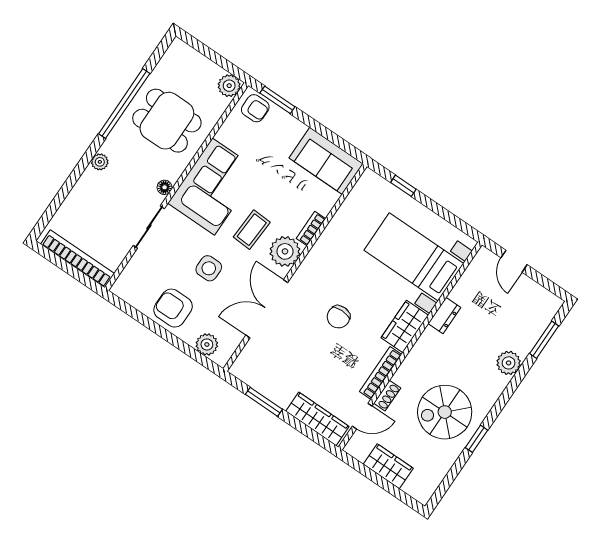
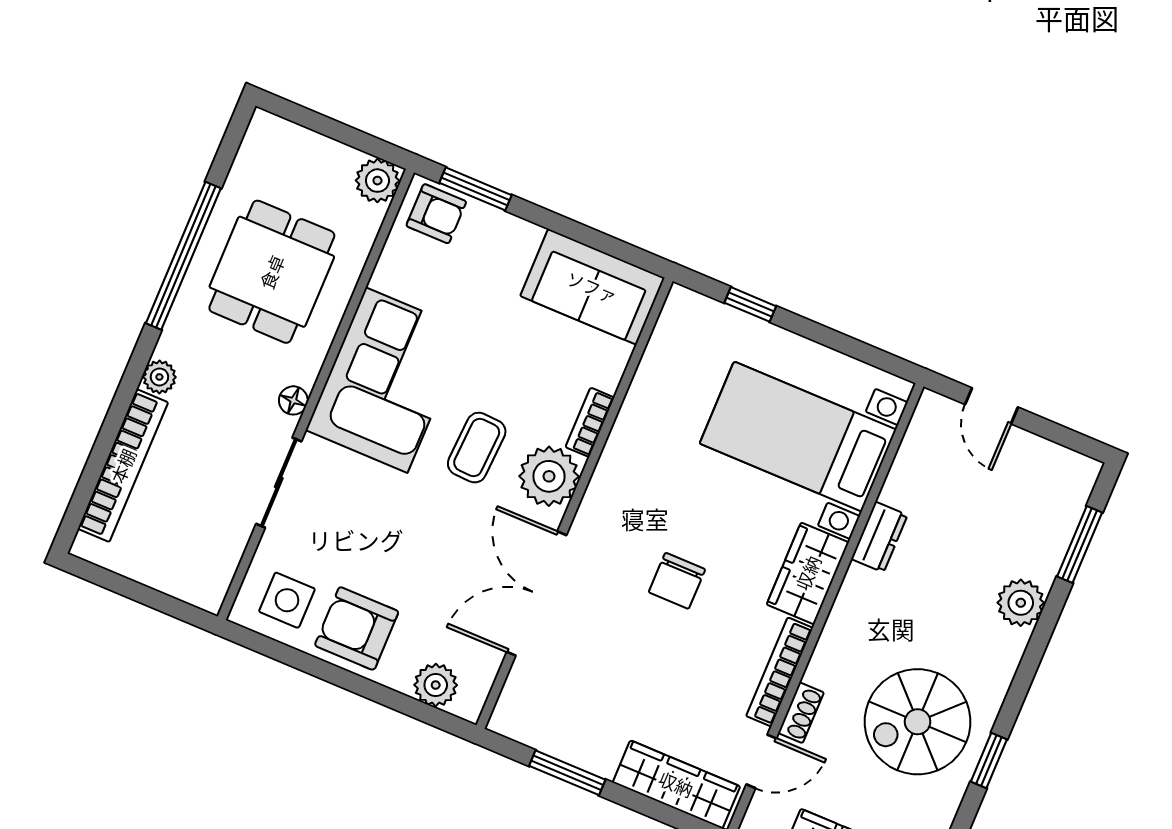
dining table: (167, 121) -> (272, 272), turned 90
bookcase: (78, 259) -> (123, 466), moved, turned 90
side table: (209, 268) -> (287, 600), moved

